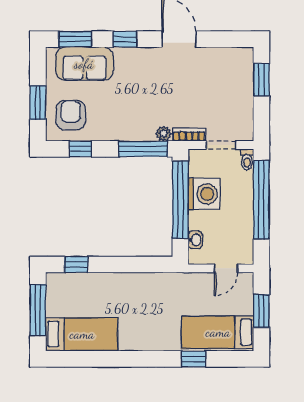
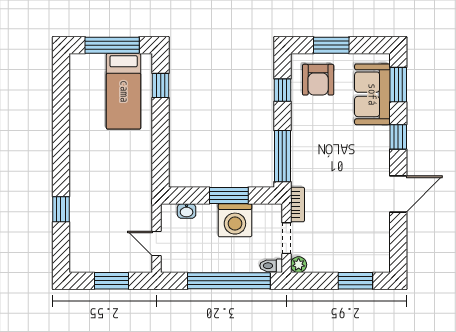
armchair: (71, 115) -> (318, 80), turned 90
plant: (163, 134) -> (299, 265), moved
window: (180, 200) -> (229, 195), width x0.47
bed: (218, 332) -> (89, 235), removed
bed: (82, 334) -> (124, 91), moved

